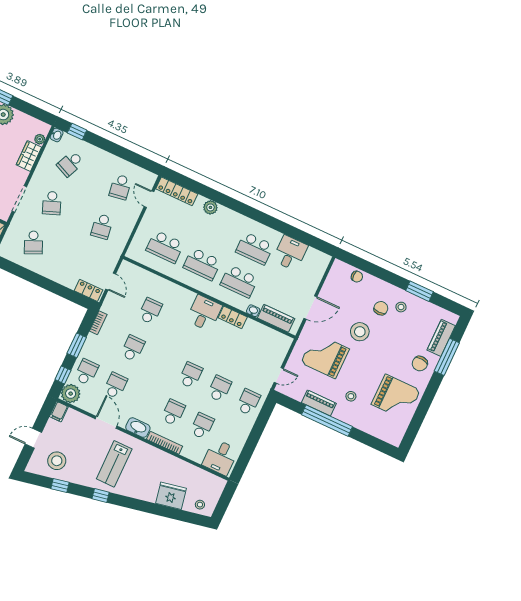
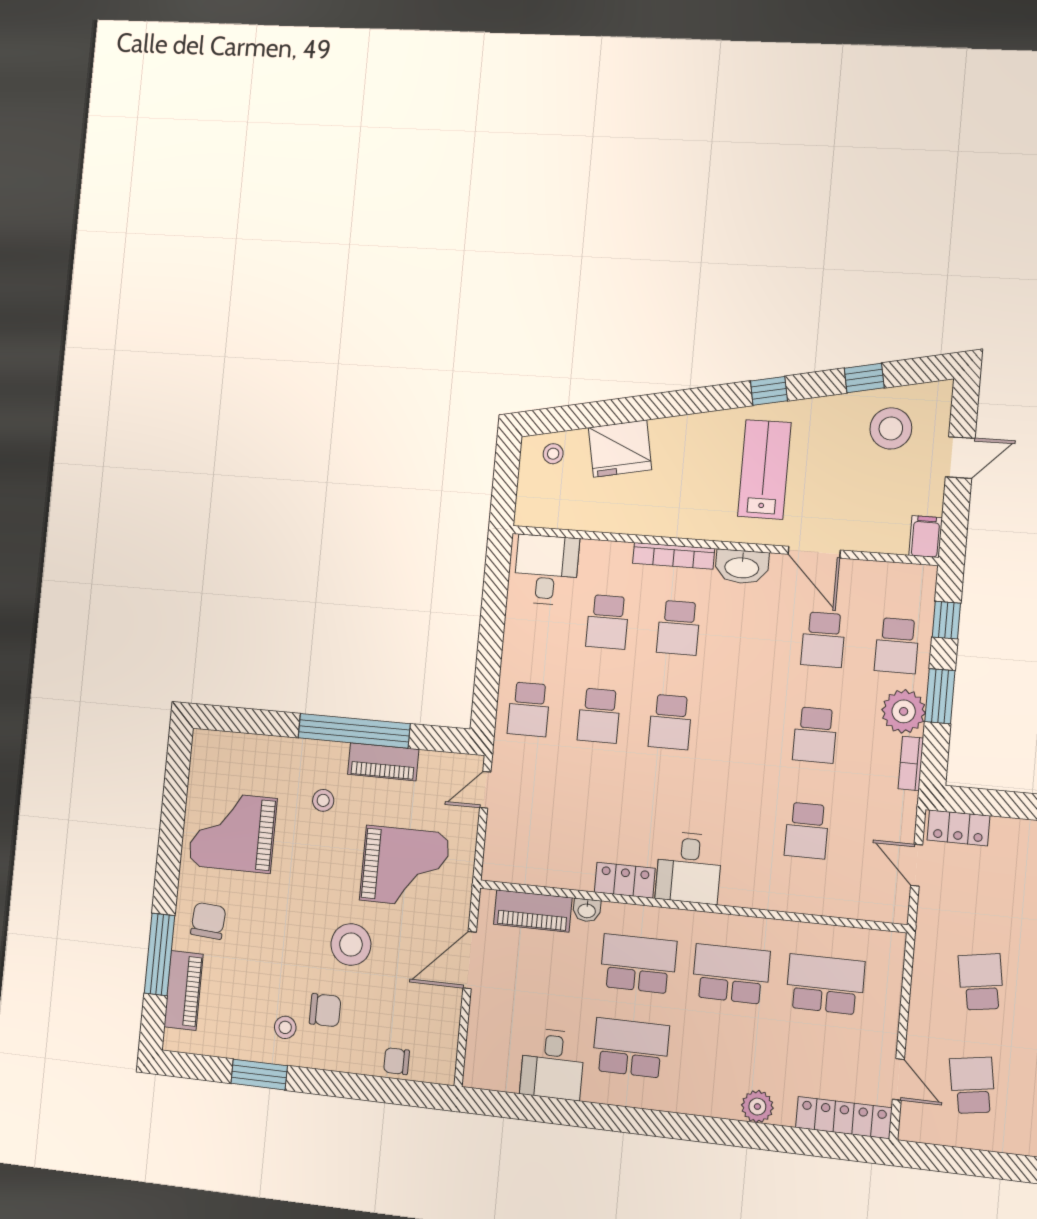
chair: (381, 308) -> (325, 1010), turned -90
plant: (71, 394) -> (904, 711), moved

